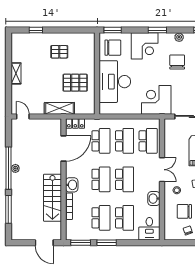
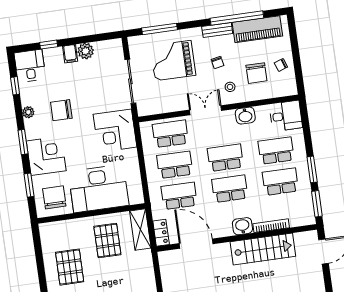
window: (113, 30) -> (29, 185), moved
pallet: (59, 52) -> (70, 267), width x1.50, depth x1.42
shelving: (59, 108) -> (140, 229), moved

